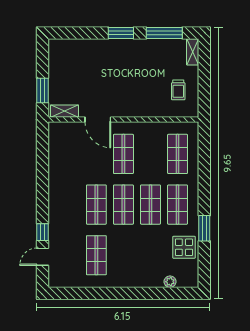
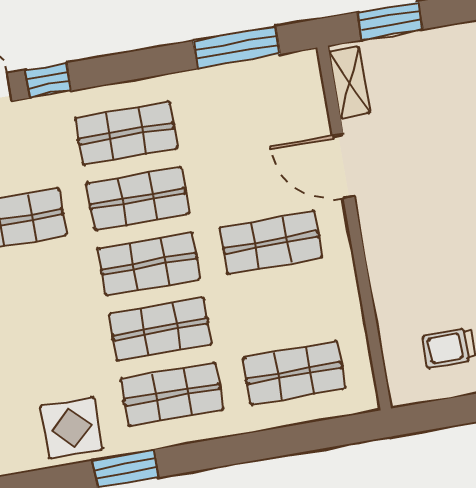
door: (98, 119) -> (343, 166), hinge flipped
window: (43, 154) -> (237, 47), added
shop shelf: (69, 205) -> (126, 133), added

